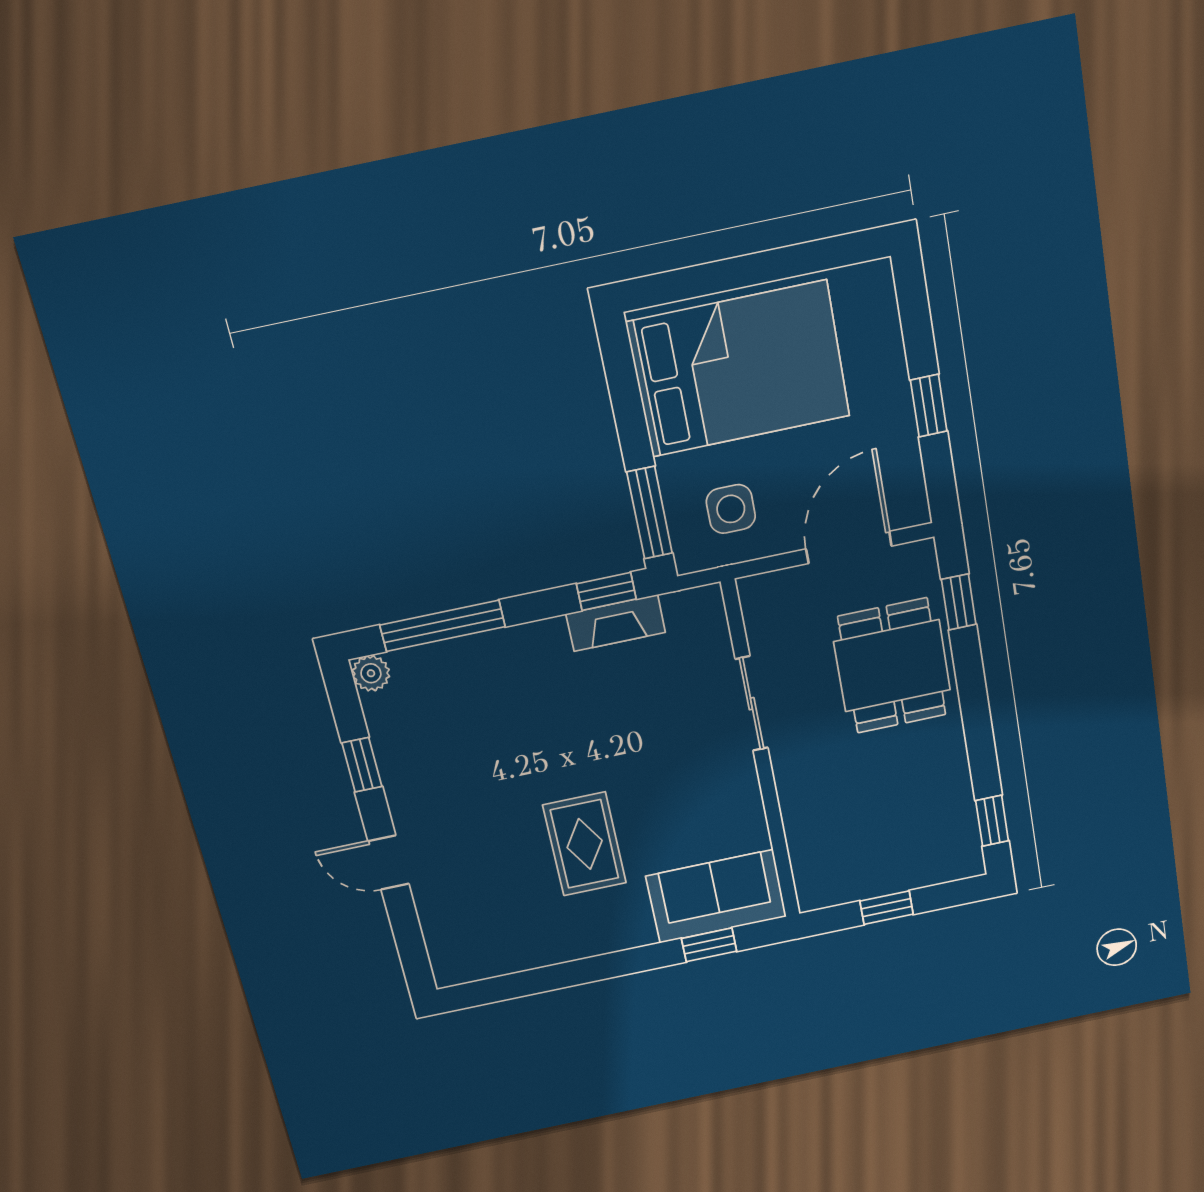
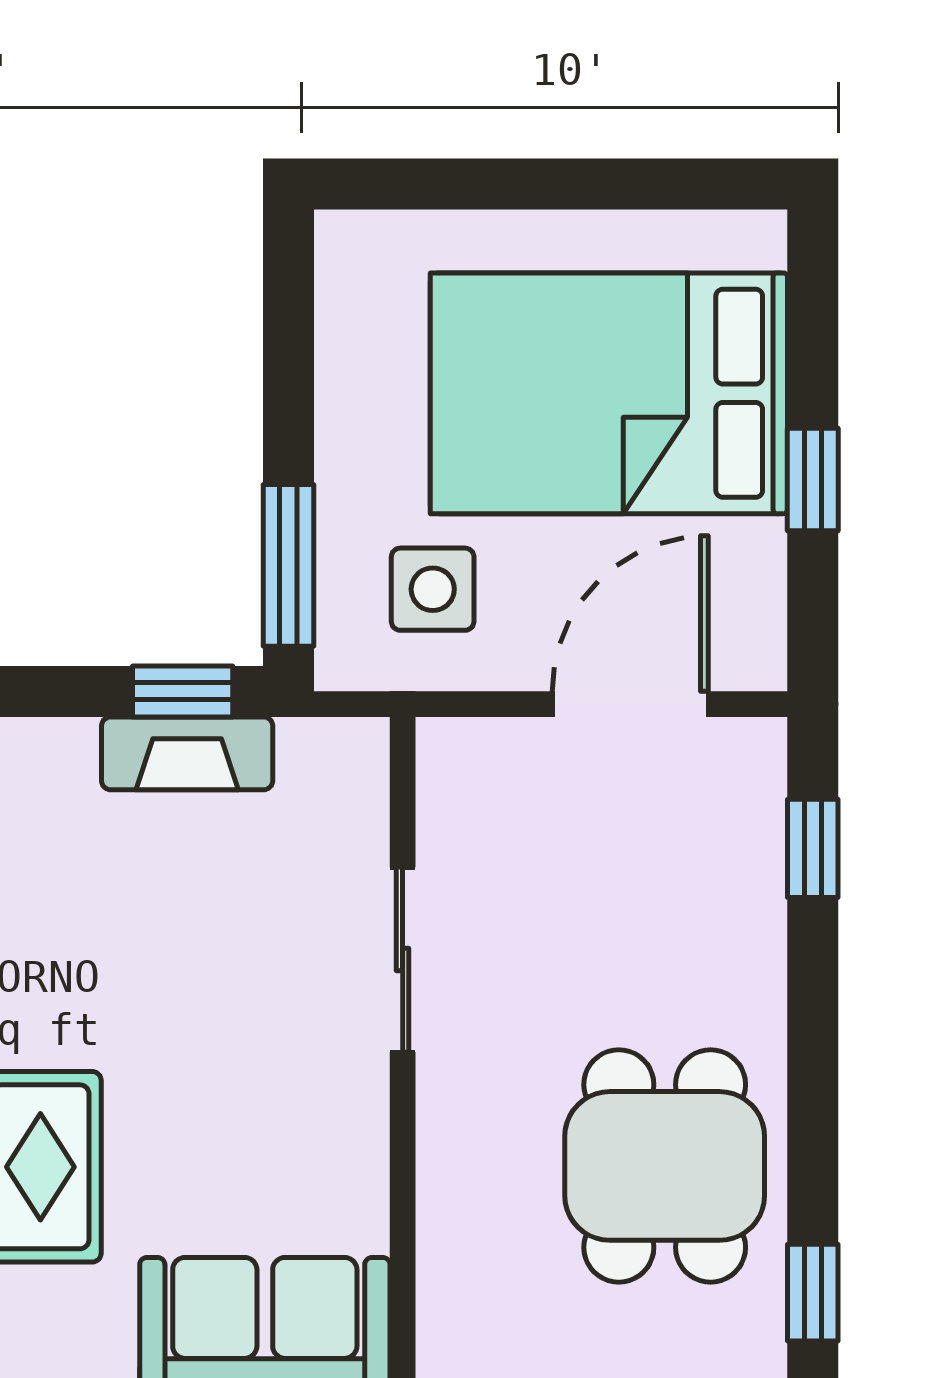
bed: (739, 369) -> (609, 393), moved, turned 180
dining table: (892, 666) -> (665, 1166), moved

